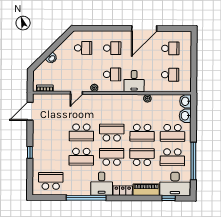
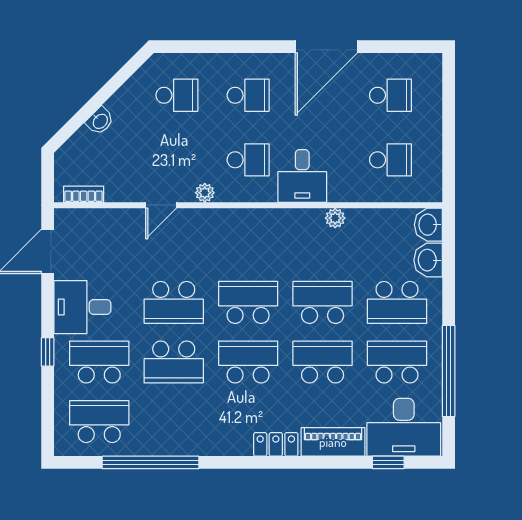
school desk: (142, 133) -> (323, 302), turned 180
school desk: (51, 157) -> (99, 362), added
school desk: (172, 157) -> (397, 362), turned 180
desk: (102, 184) -> (82, 307), moved, turned 90
window: (86, 198) -> (151, 462), moved

